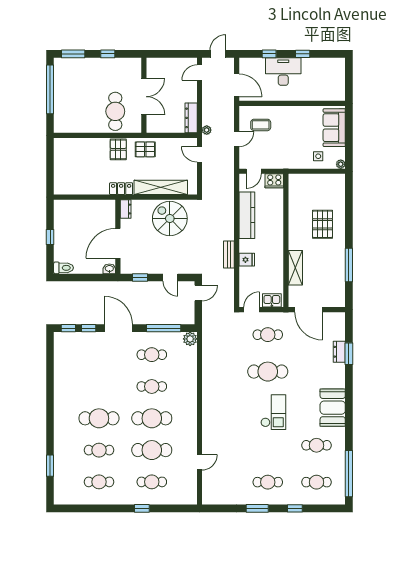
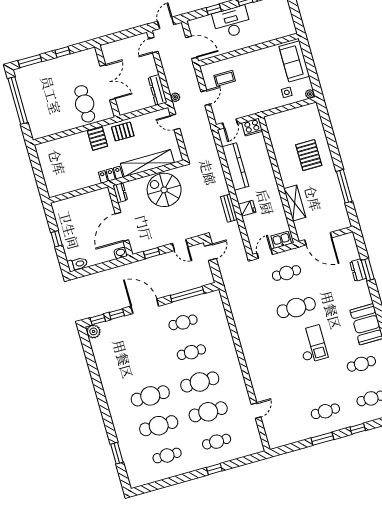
plant: (190, 339) -> (93, 331), moved
cafe table: (99, 450) -> (159, 426), width x1.37, depth x1.35

